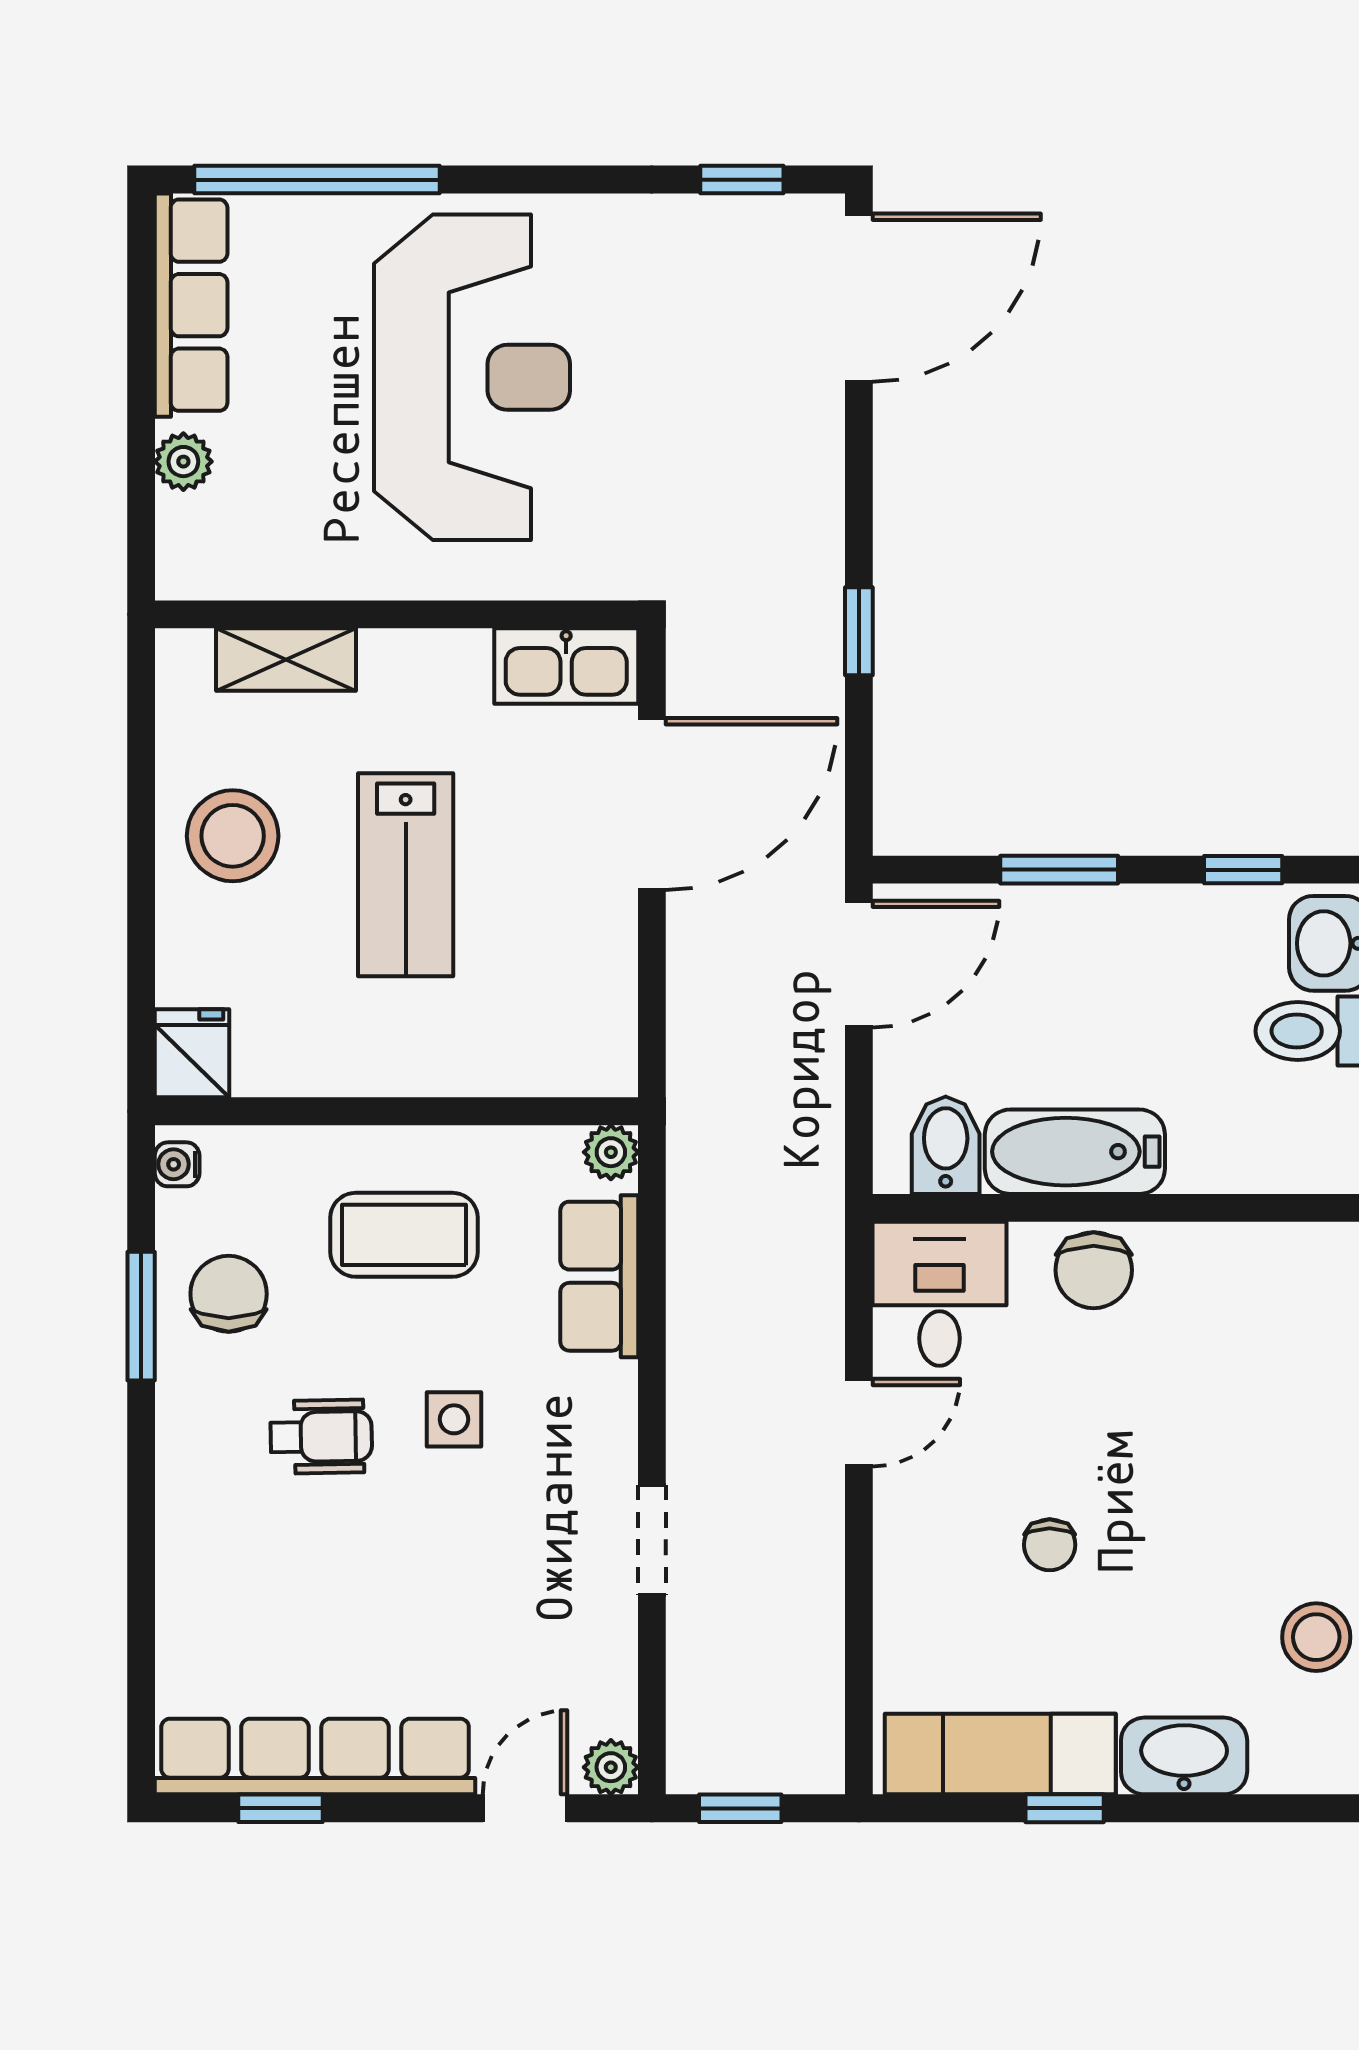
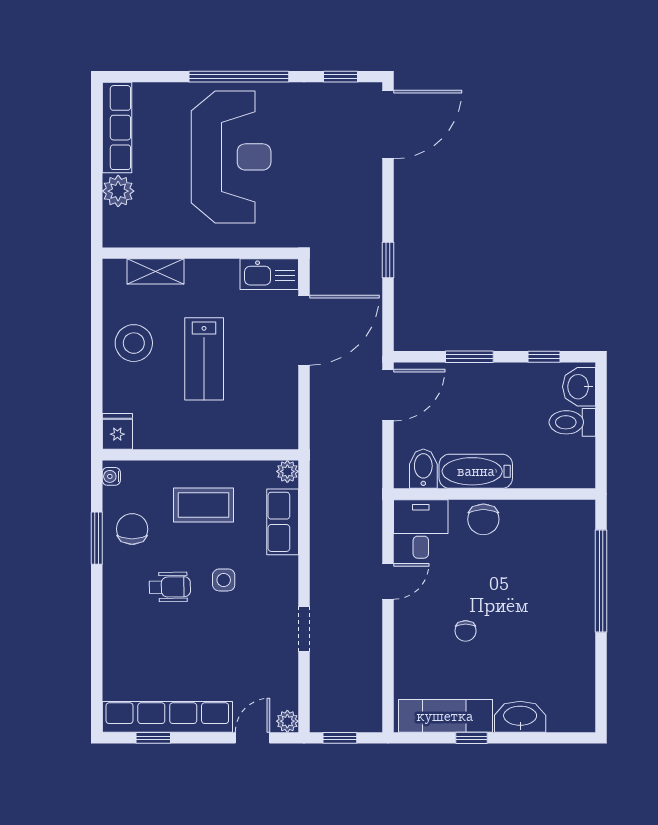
window: (317, 180) -> (239, 77), moved
plant: (183, 462) -> (118, 191), width x1.38, depth x1.38
stool: (1316, 1637) -> (574, 668), removed

